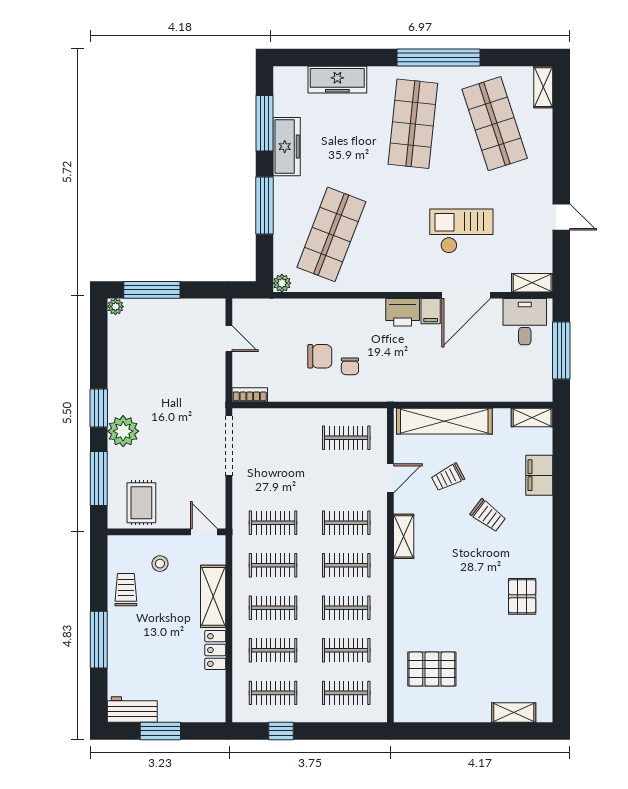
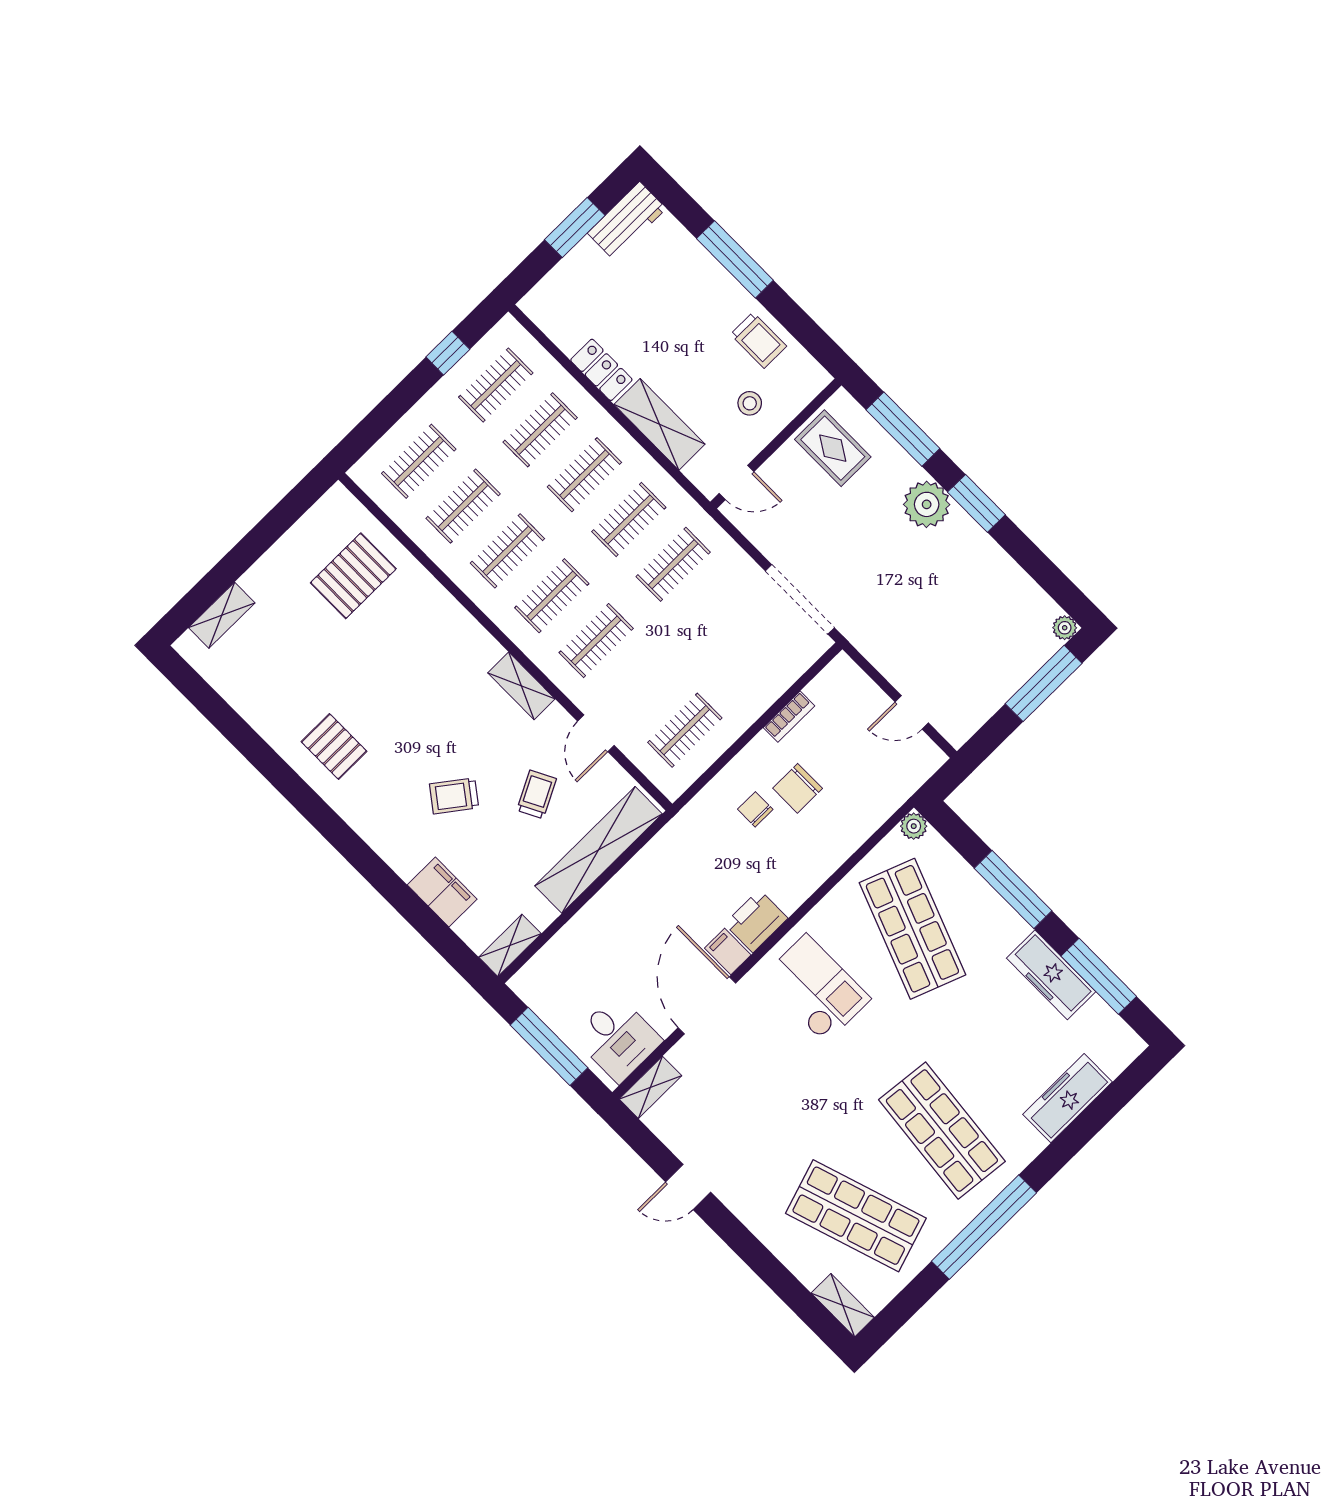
checkout: (461, 231) -> (816, 989), moved, turned -90
bookcase: (250, 395) -> (789, 717), moved

